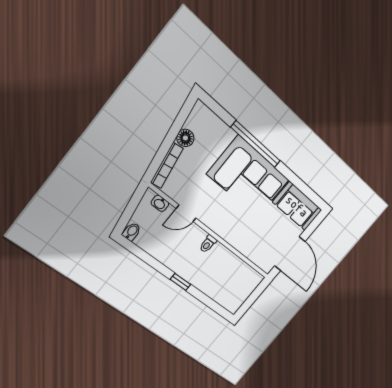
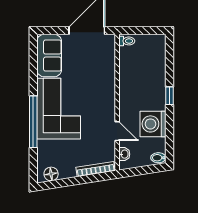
floor lamp: (185, 138) -> (51, 174), moved
toilet: (208, 244) -> (127, 41), moved
washing machine: (167, 250) -> (153, 124), added

